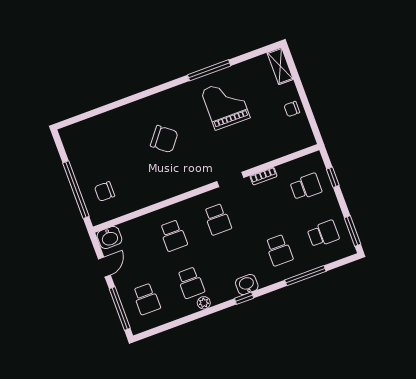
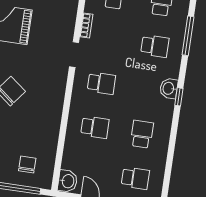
chair: (105, 192) -> (27, 164), turned 180
school desk: (191, 283) -> (142, 134), turned -90
plant: (204, 303) -> (165, 132), removed

